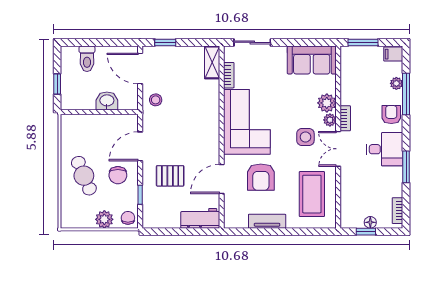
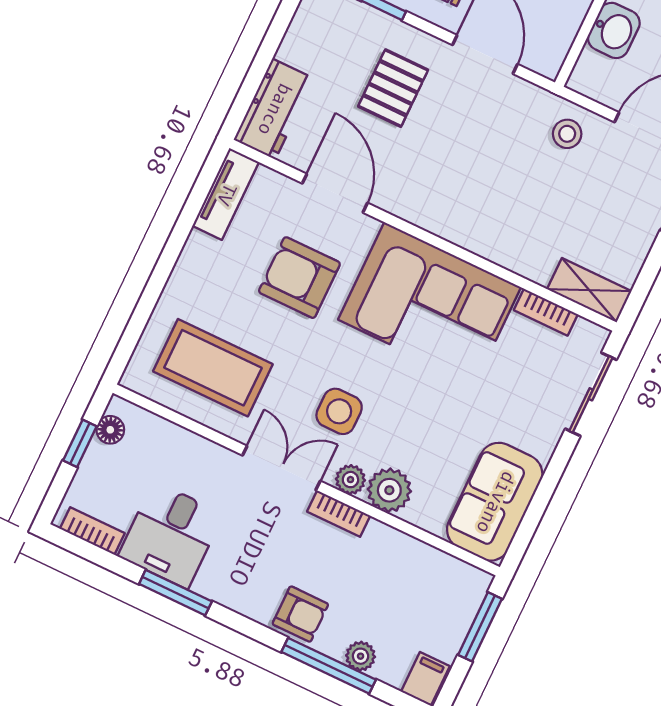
desk: (385, 149) -> (171, 535), moved
tv unit: (267, 221) -> (226, 194), moved
floor lamp: (370, 222) -> (110, 430), moved

